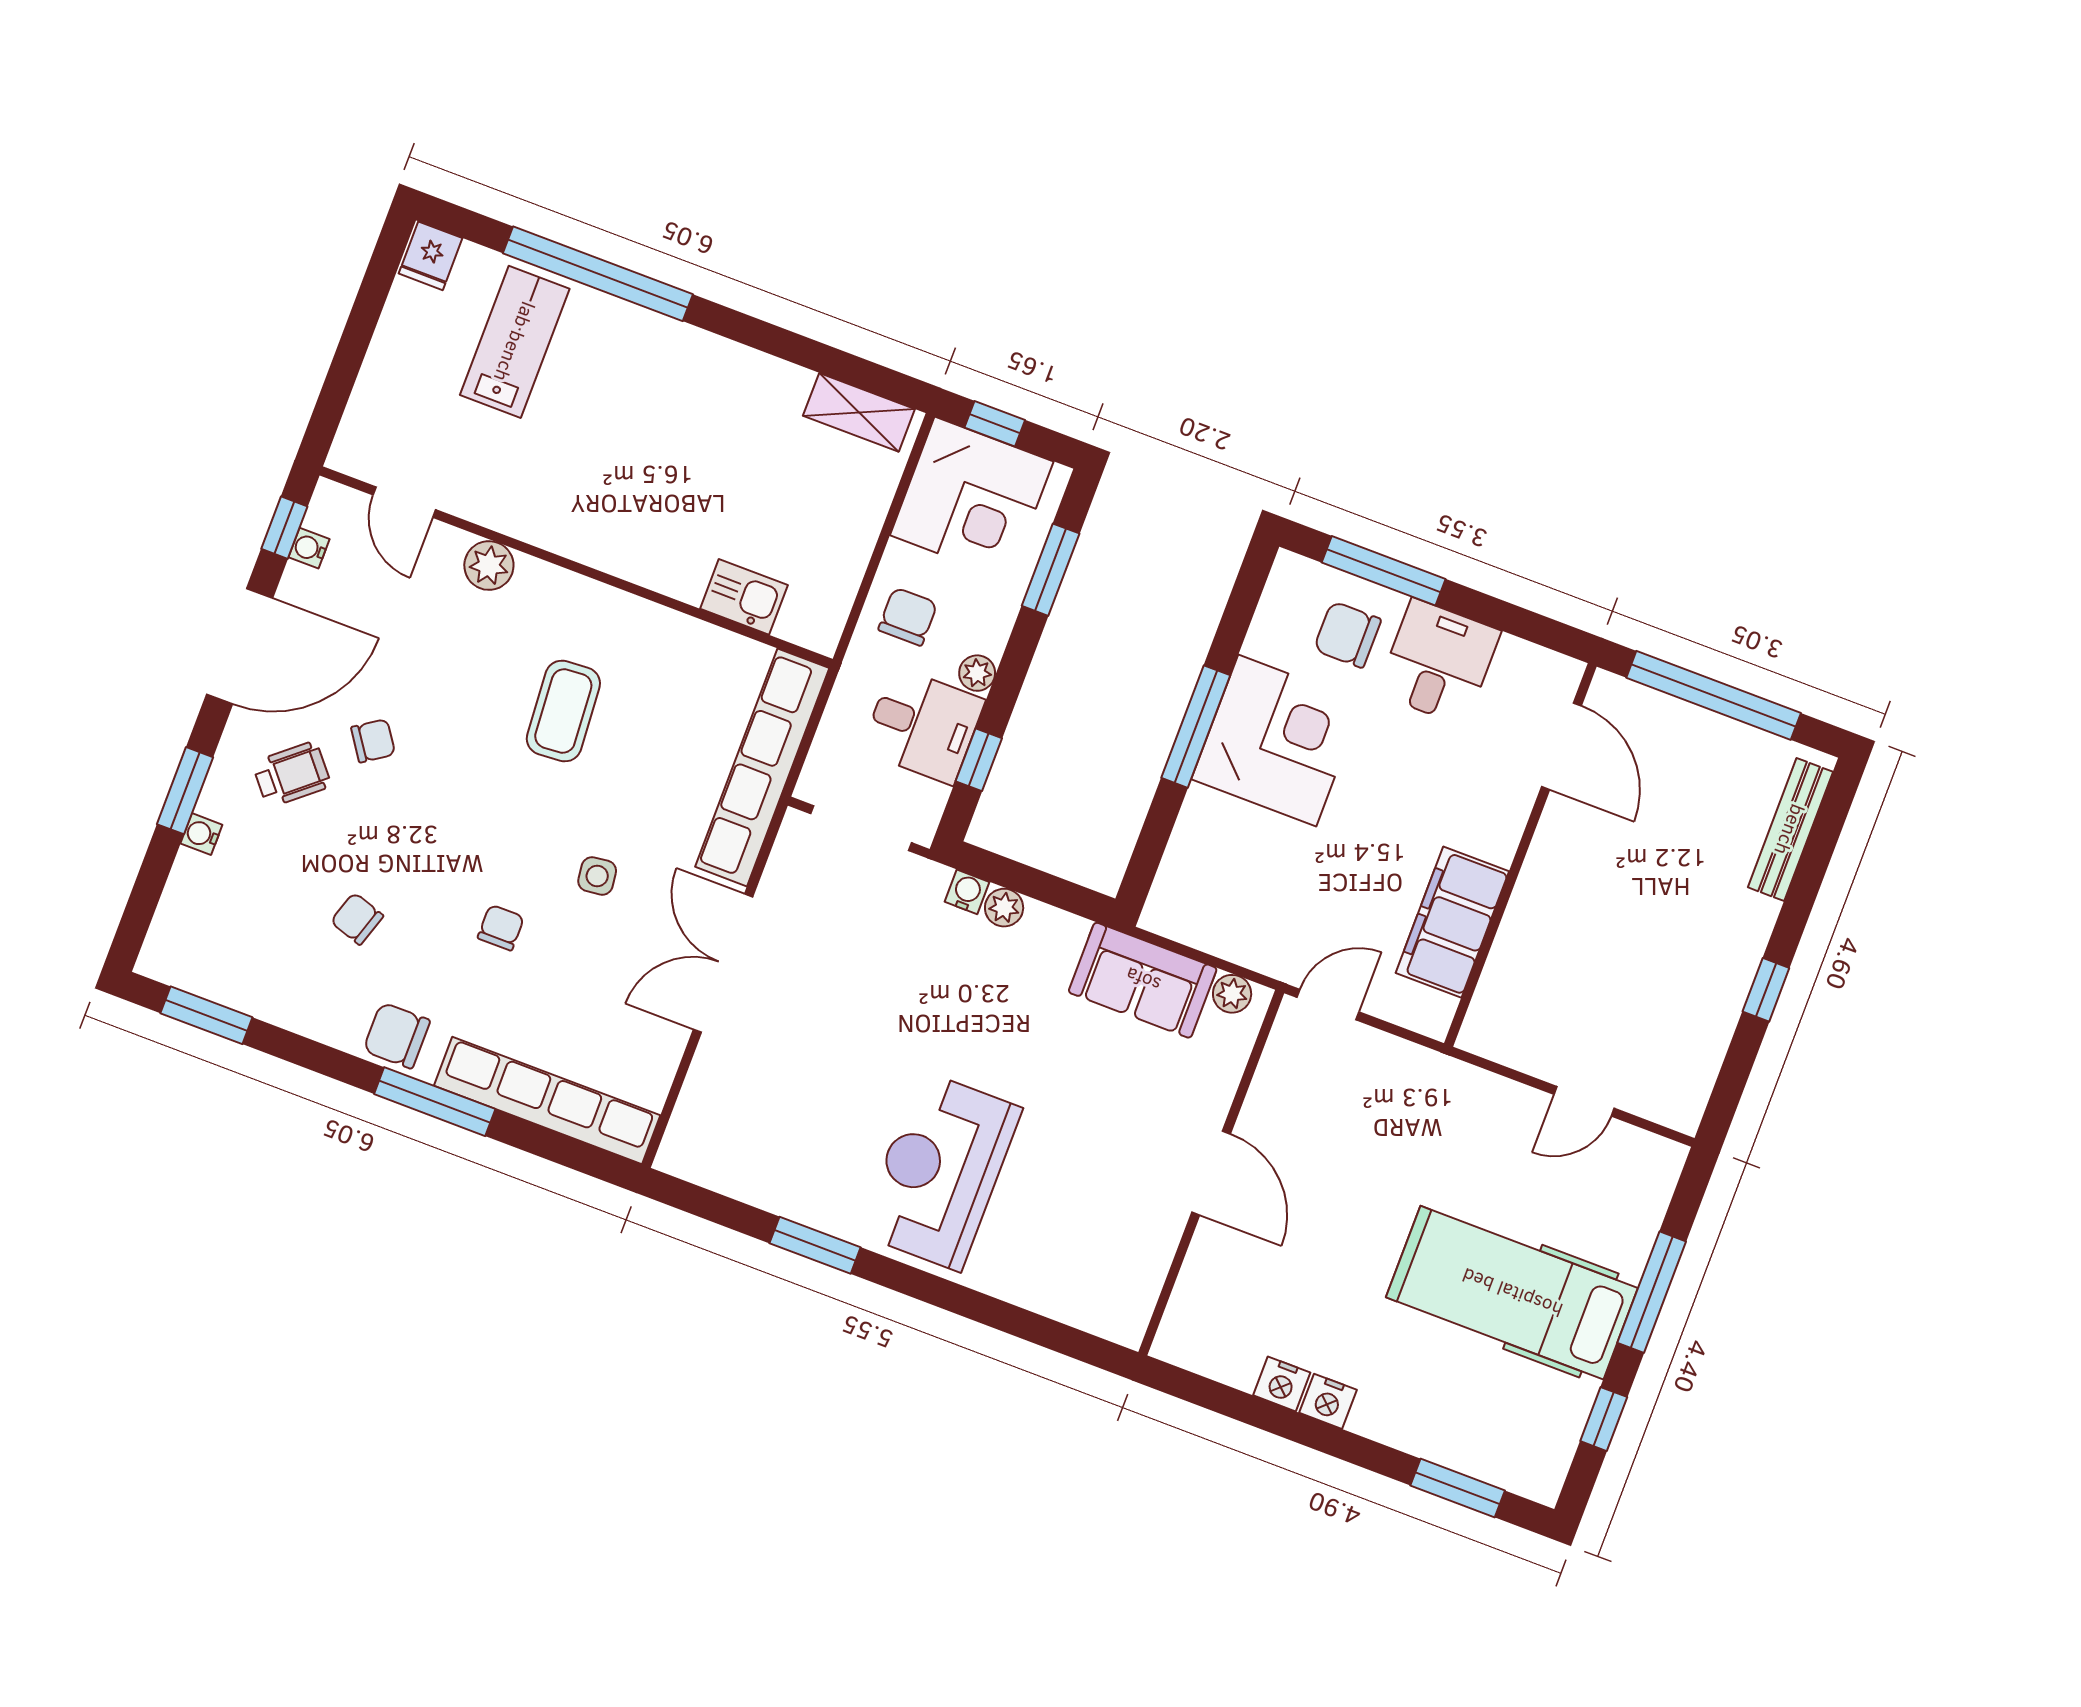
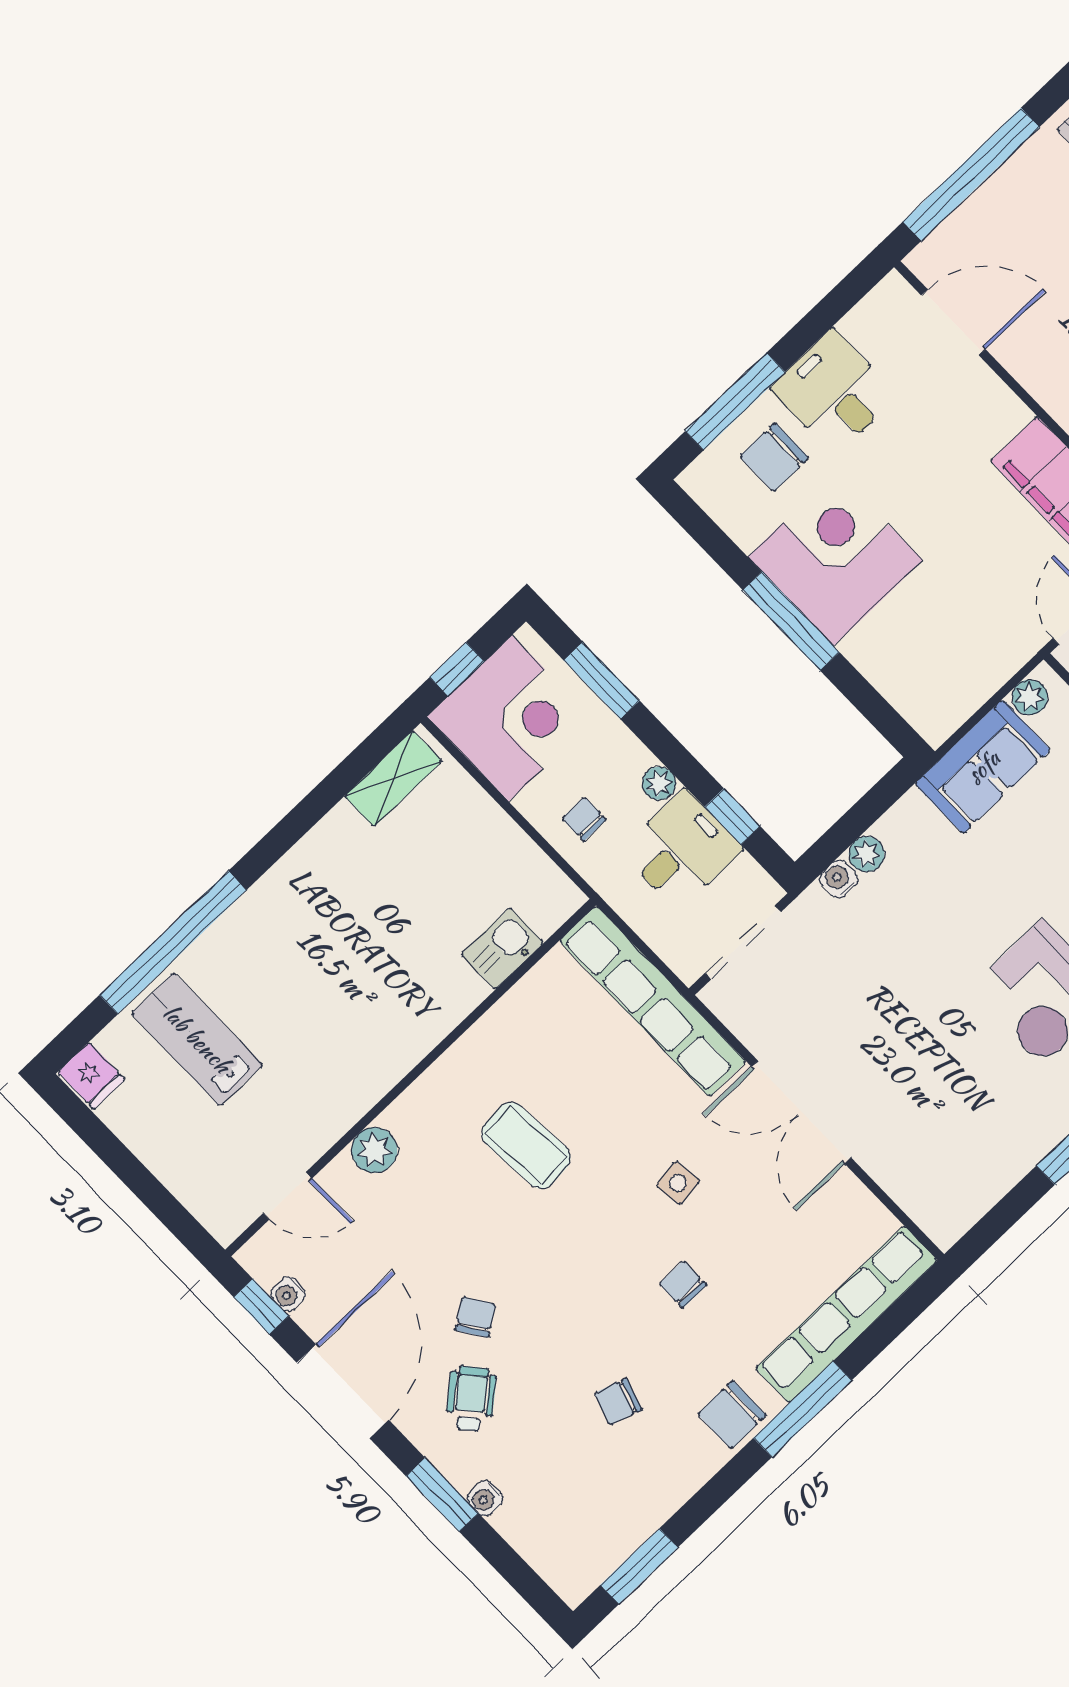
chair: (908, 617) -> (584, 819), width x0.73, depth x0.73

